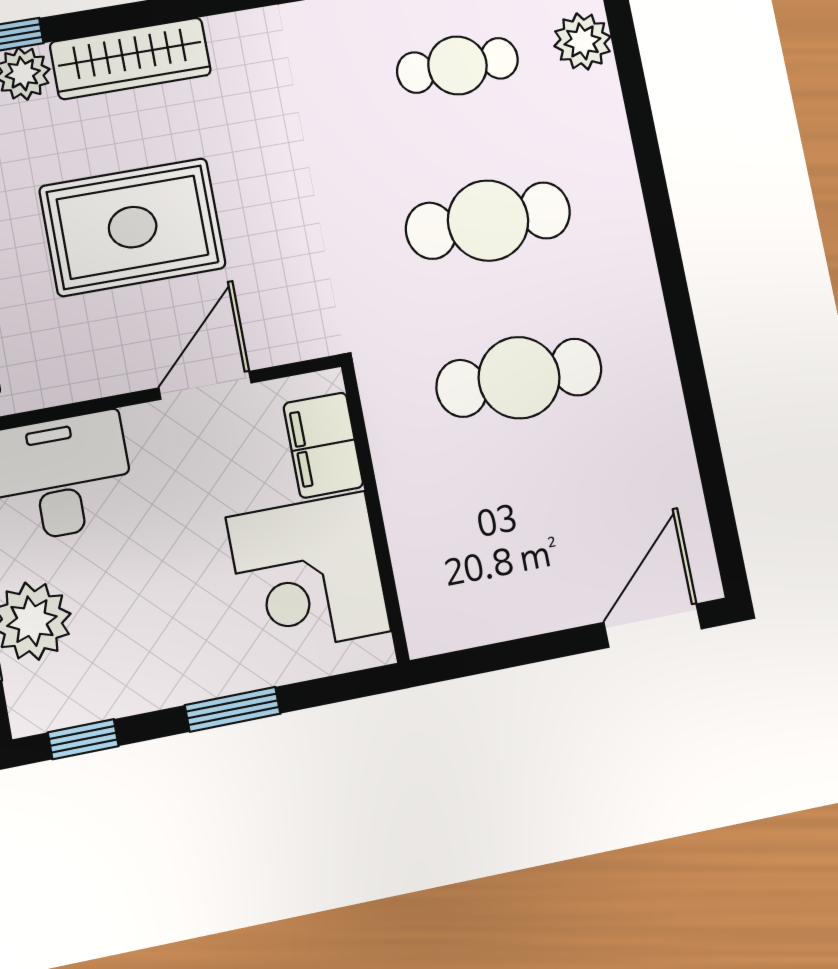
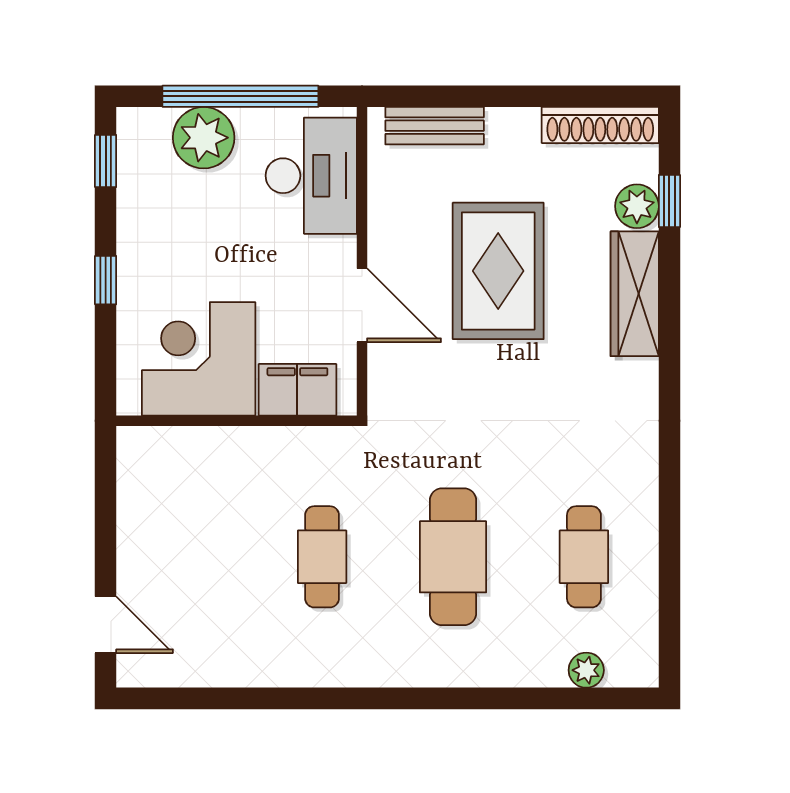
plant: (582, 41) -> (586, 670), width x0.73, depth x0.73
cafe table: (519, 378) -> (322, 557), width x0.73, depth x0.74
door: (653, 626) -> (106, 625), width x0.73
window: (233, 709) -> (106, 280), width x0.67

